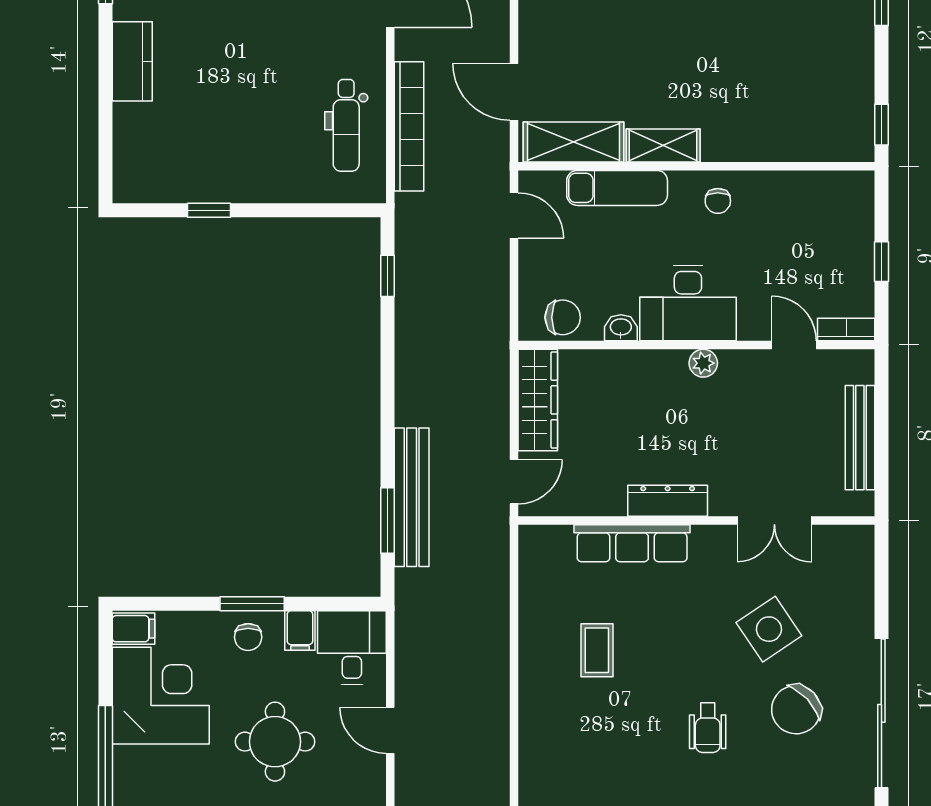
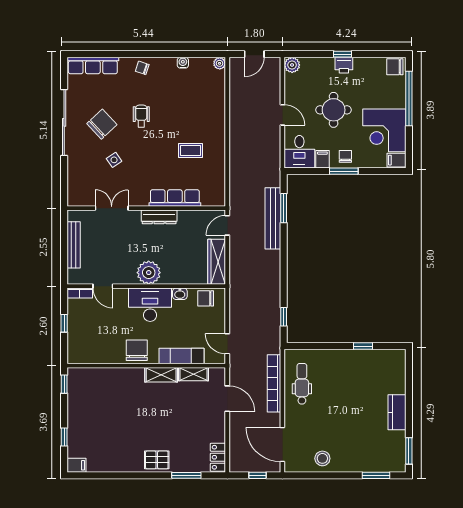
shelving: (573, 142) -> (193, 374), width x0.67, depth x0.75
chair: (718, 201) -> (137, 350), width x1.87, depth x1.87
plant: (703, 363) -> (149, 273), width x1.88, depth x1.88
side table: (769, 629) -> (114, 160), width x0.54, depth x0.54
coffee table: (597, 650) -> (190, 150), turned 90

